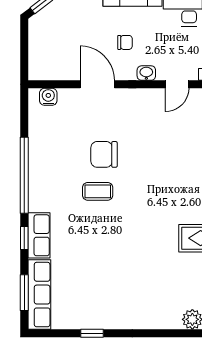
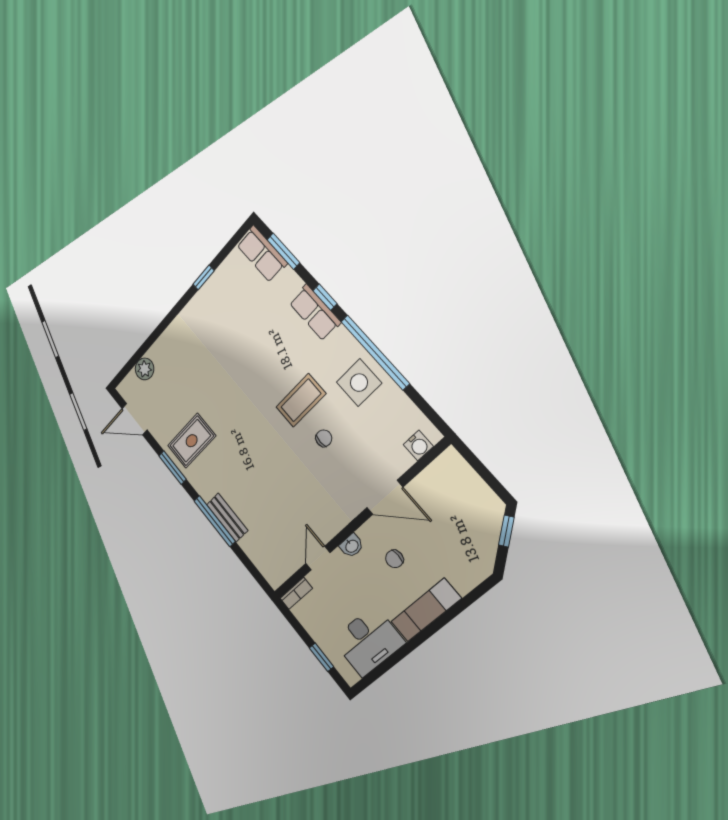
chair: (104, 154) -> (324, 438), width x0.54, depth x0.54
side table: (50, 167) -> (359, 383), added
coffee table: (98, 191) -> (301, 400), width x1.36, depth x1.30
row of seats: (39, 295) -> (262, 254), width x0.68

